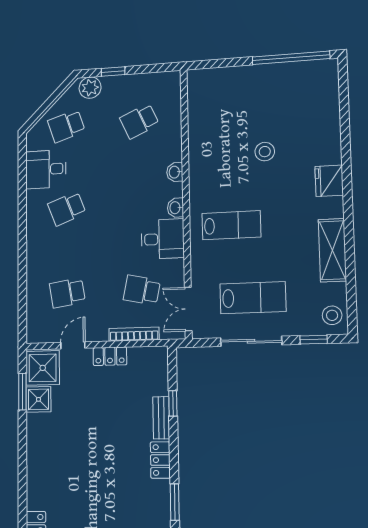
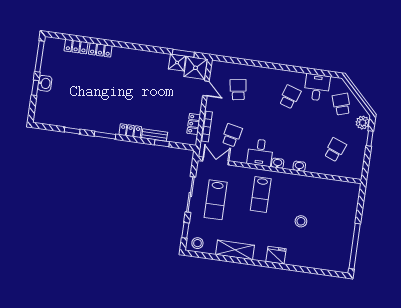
school desk: (139, 121) -> (335, 150), turned 45
school desk: (67, 209) -> (290, 97), turned 39
locker: (110, 356) -> (194, 124), moved

